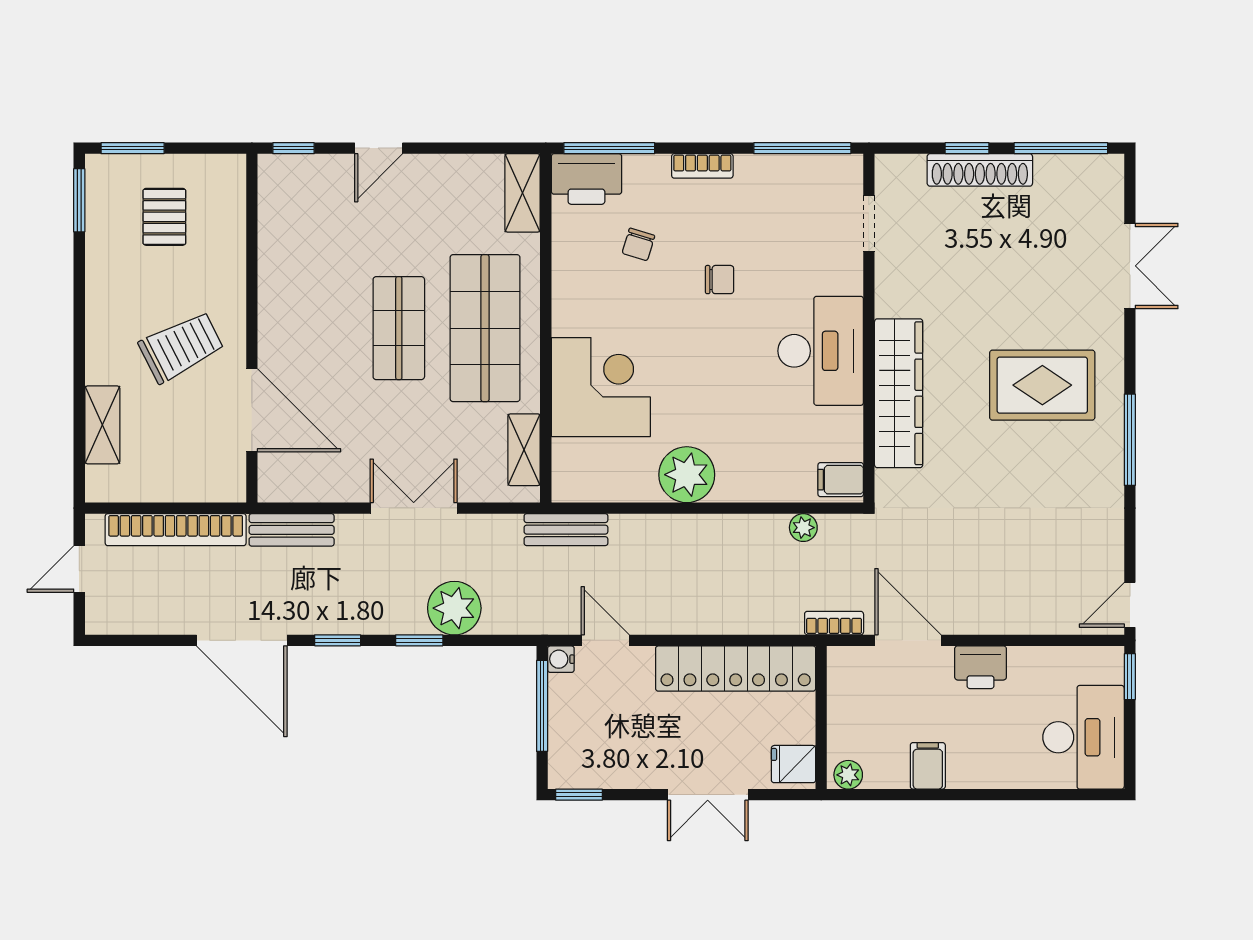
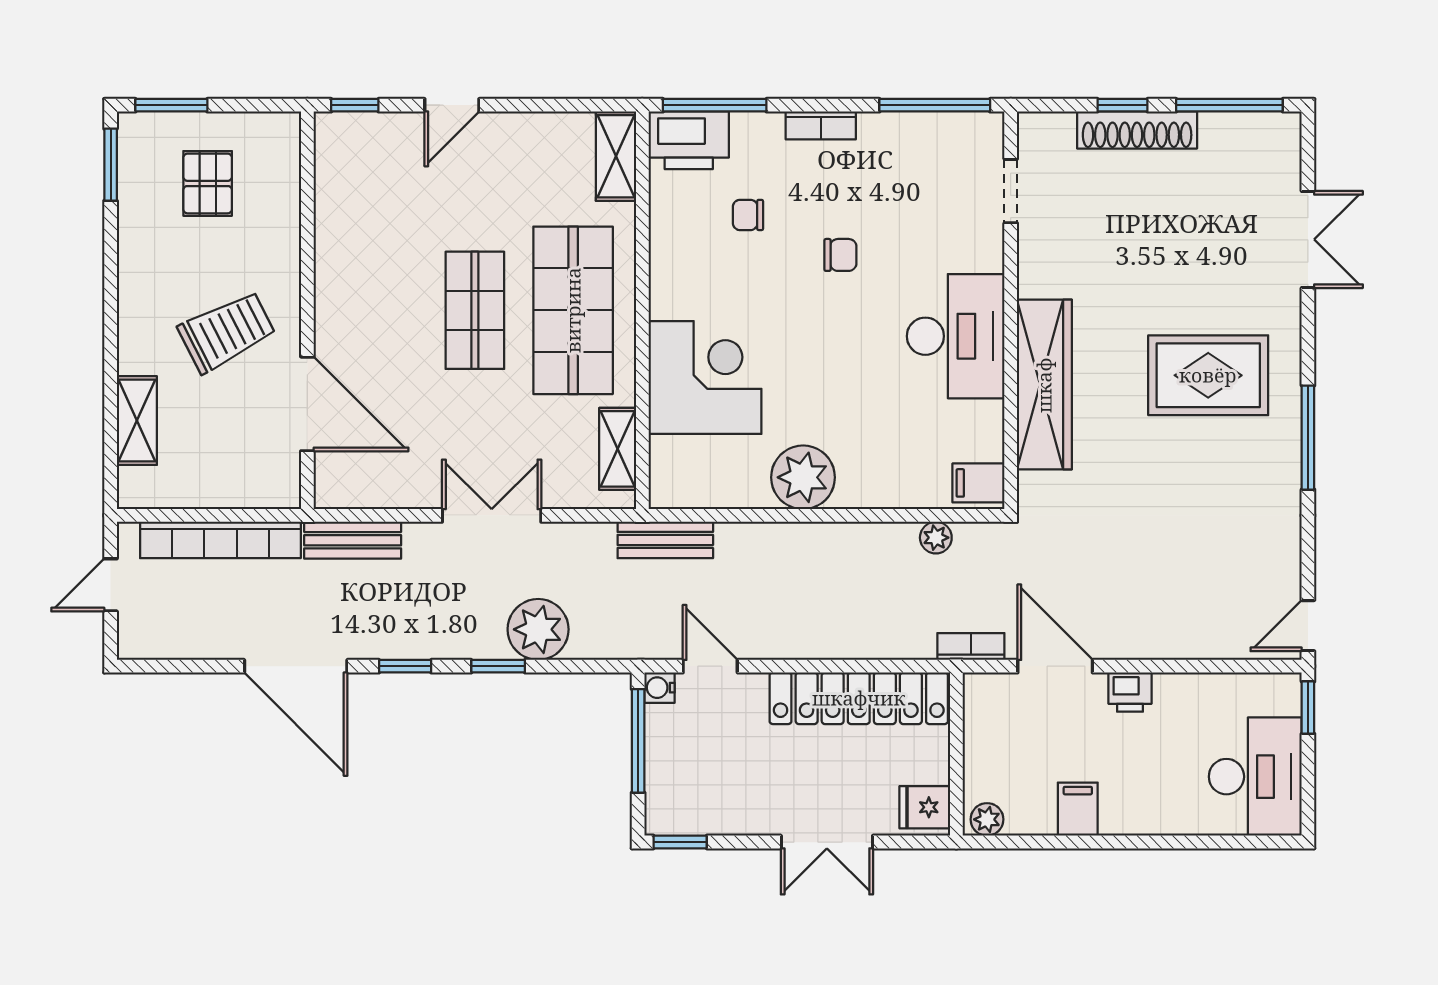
chair: (638, 244) -> (748, 215), turned 73
printer: (981, 667) -> (1130, 692), width x0.73, depth x0.81

